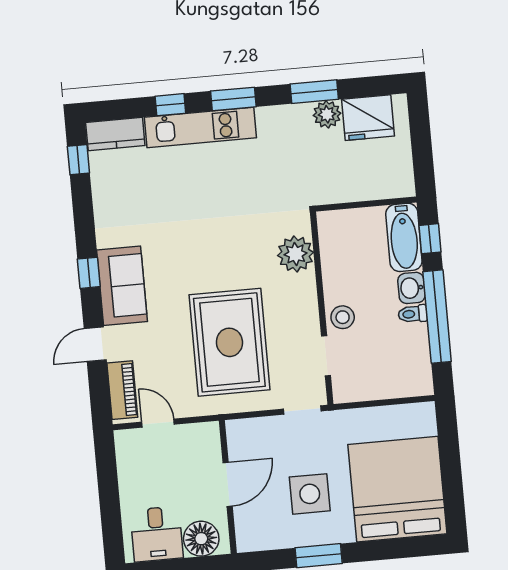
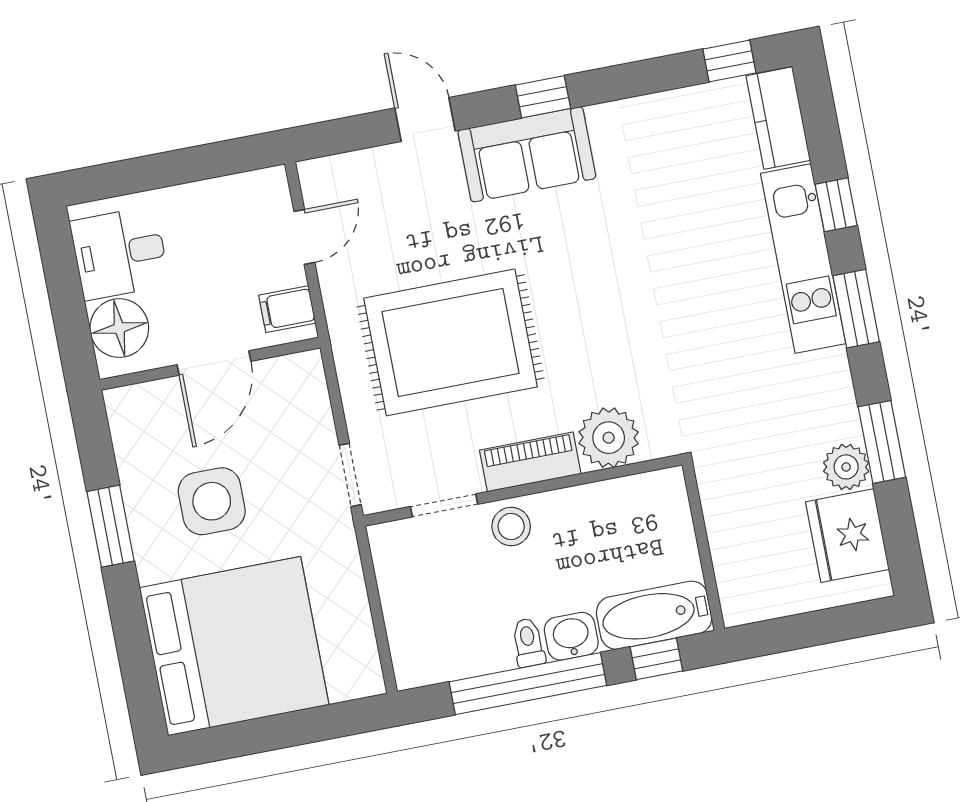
piano: (122, 390) -> (530, 462), moved, turned 180
filing cabinet: (200, 438) -> (287, 309), added
door: (228, 484) -> (214, 363), hinge flipped

